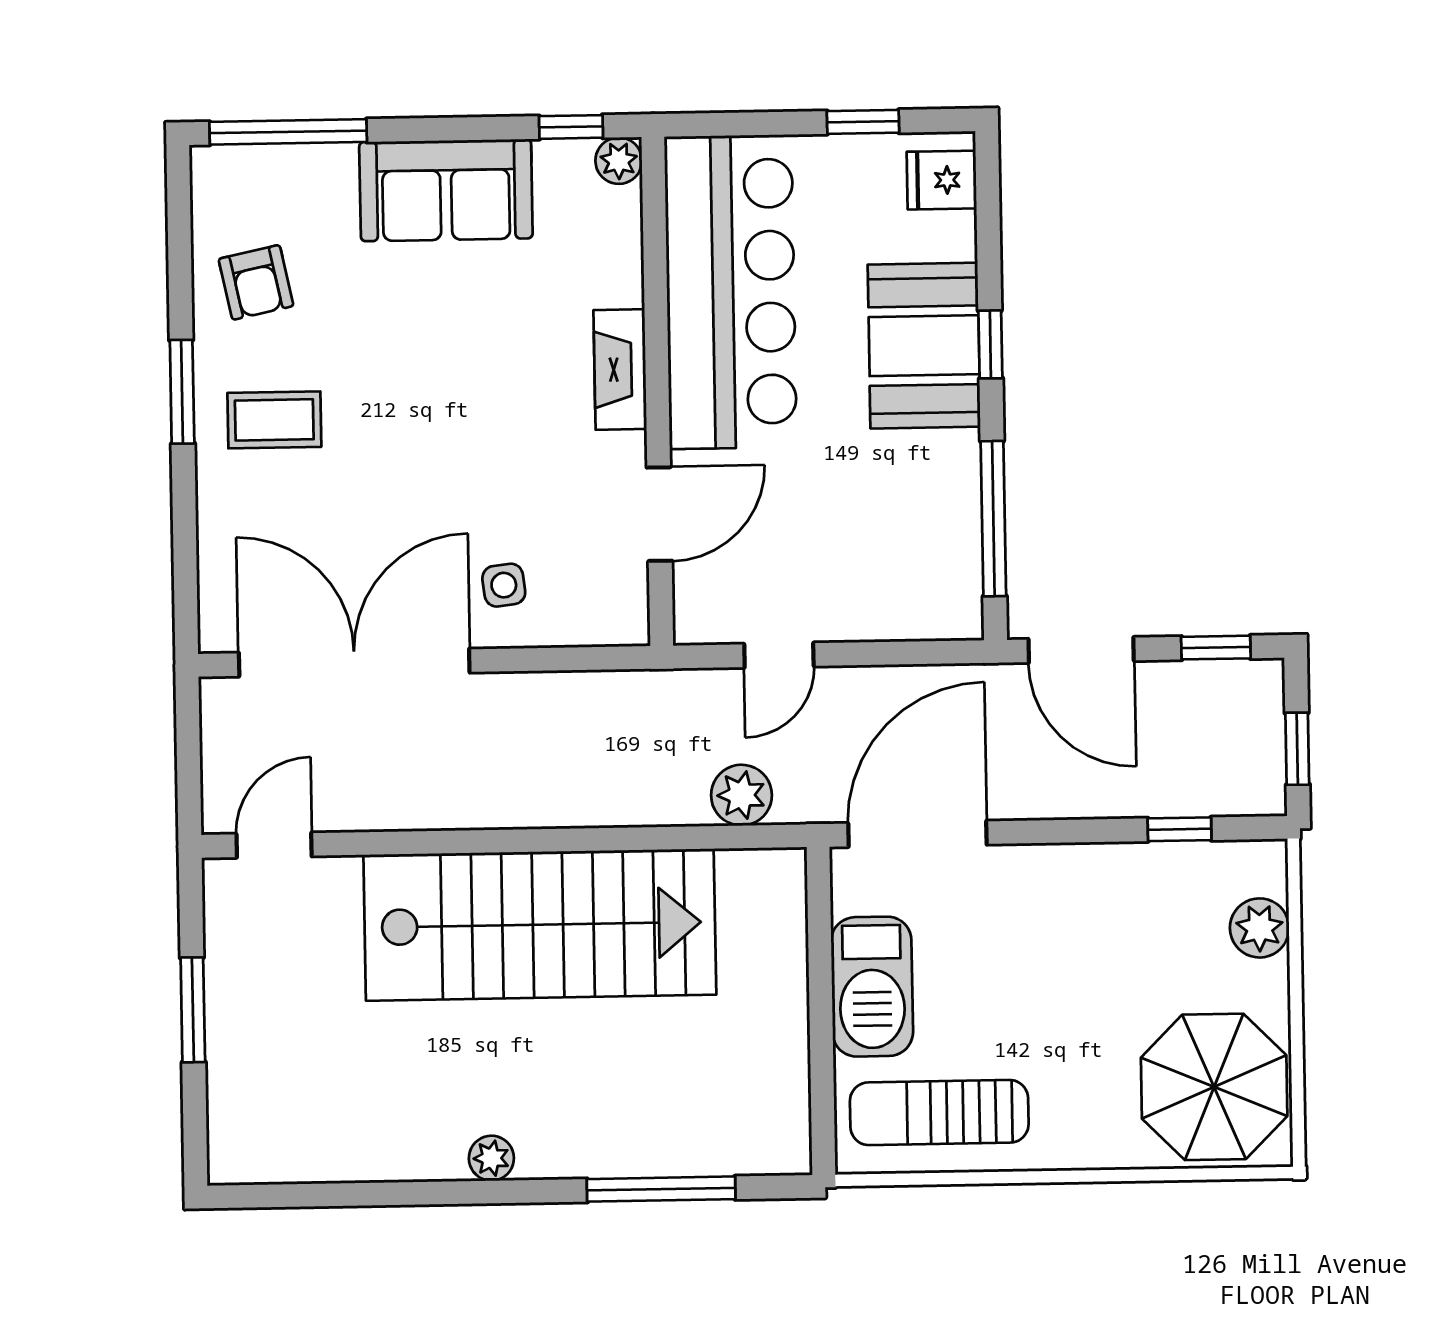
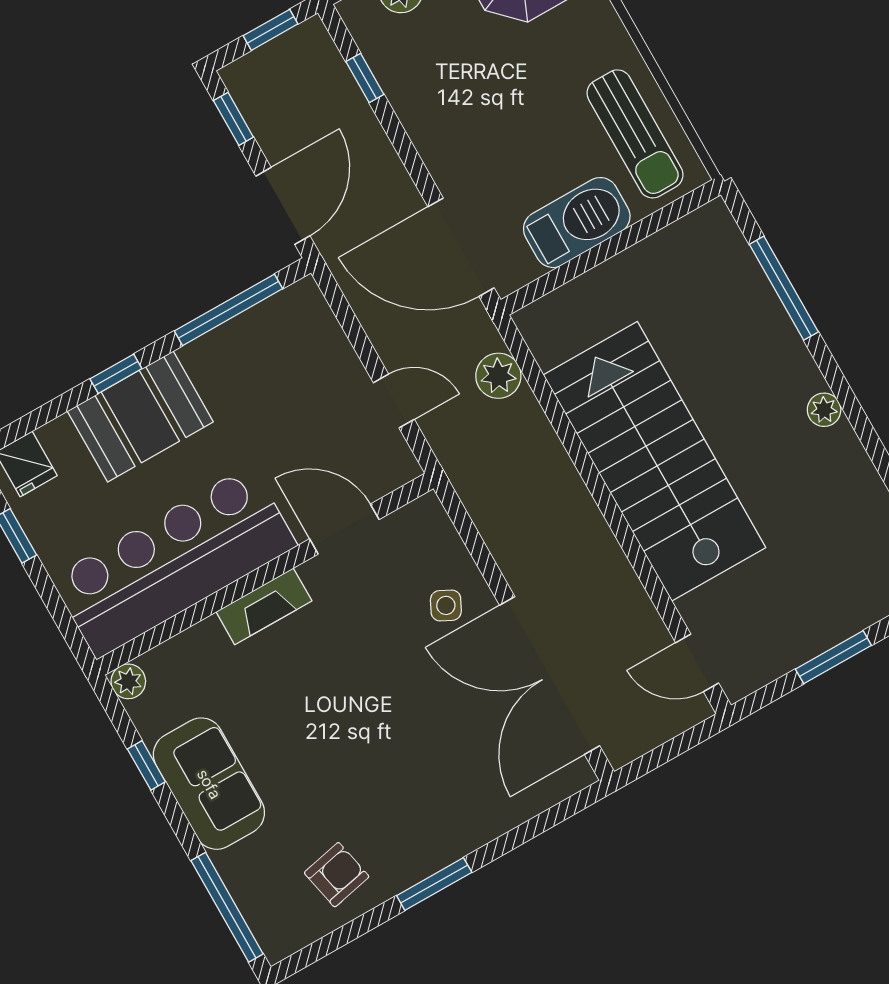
window: (571, 127) -> (146, 765), moved
coffee table: (274, 420) -> (420, 814), removed
side table: (504, 585) -> (446, 605), turned 34

